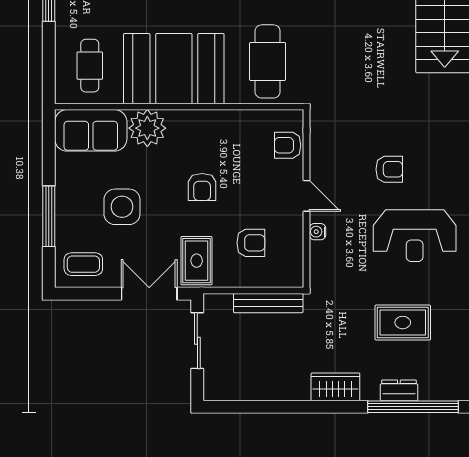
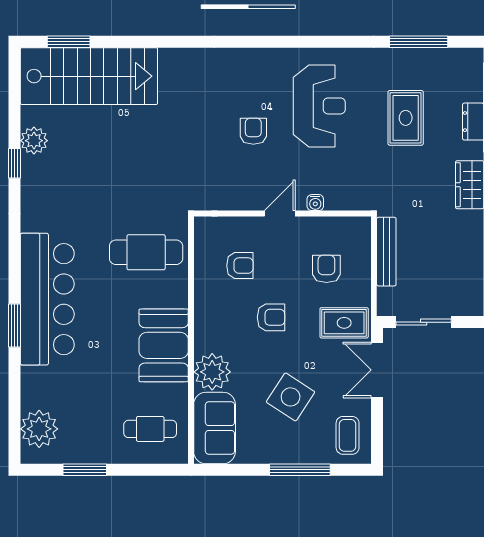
booth: (174, 69) -> (164, 345), width x0.73, depth x0.70
armchair: (288, 145) -> (240, 266), moved, turned -90
side table: (122, 207) -> (291, 397), turned 33

